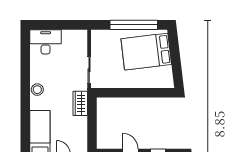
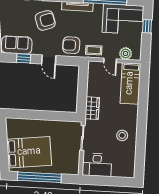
desk: (46, 42) -> (97, 165), moved
stool: (37, 90) -> (122, 135), moved

